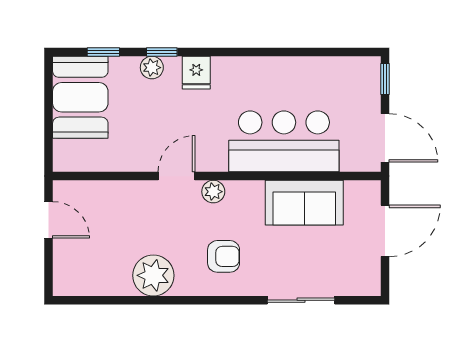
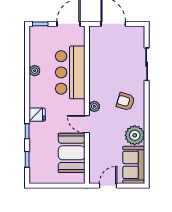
plant: (152, 68) -> (35, 71), moved
booth: (80, 97) -> (72, 153), moved, turned 90
sofa: (304, 203) -> (134, 165), moved, turned 180
armchair: (224, 256) -> (126, 101), turned -73

